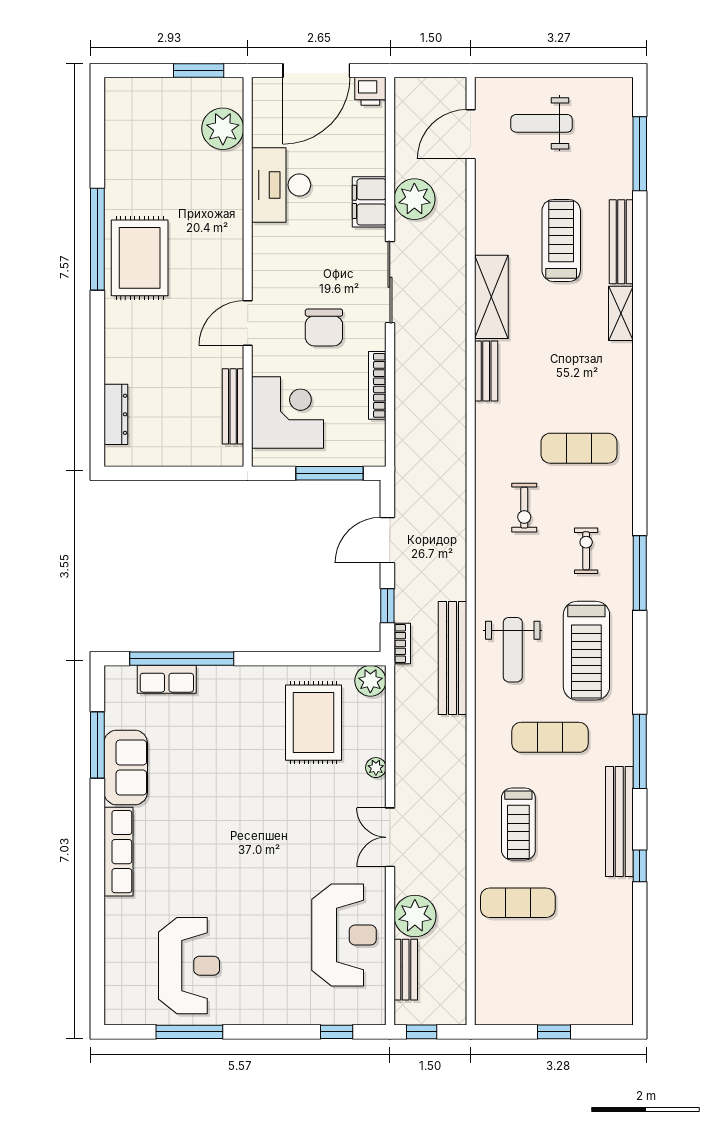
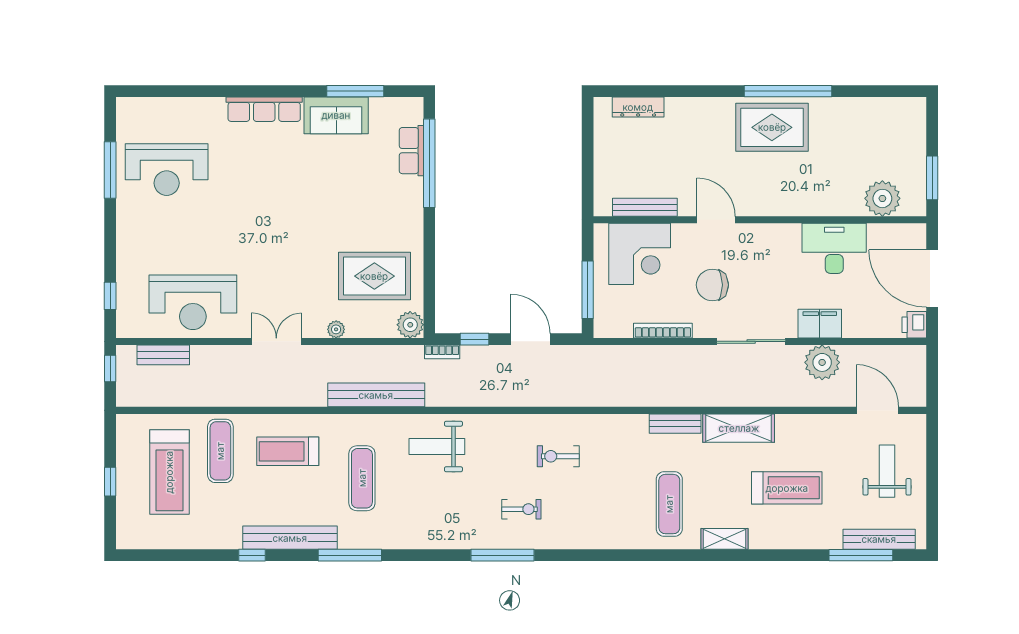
bench: (621, 242) -> (879, 539), moved
exercise mat: (579, 448) -> (669, 504), moved
treadmill: (586, 651) -> (169, 472), moved, turned -90
bench: (452, 658) -> (376, 395), moved
plant: (415, 916) -> (209, 363), removed

